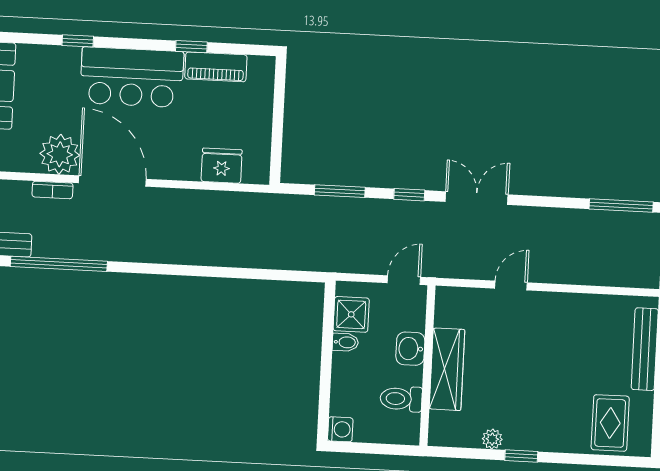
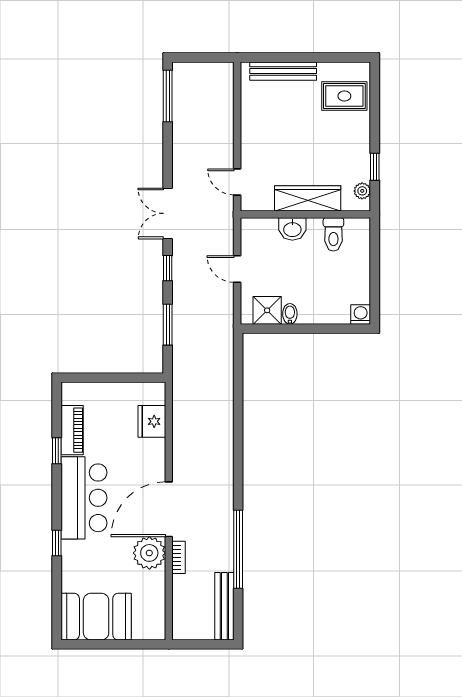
washbasin: (410, 349) -> (292, 229), moved
wall: (427, 366) -> (305, 214), moved
wardrobe: (447, 369) -> (308, 198), moved
toilet: (401, 399) -> (333, 234), moved

